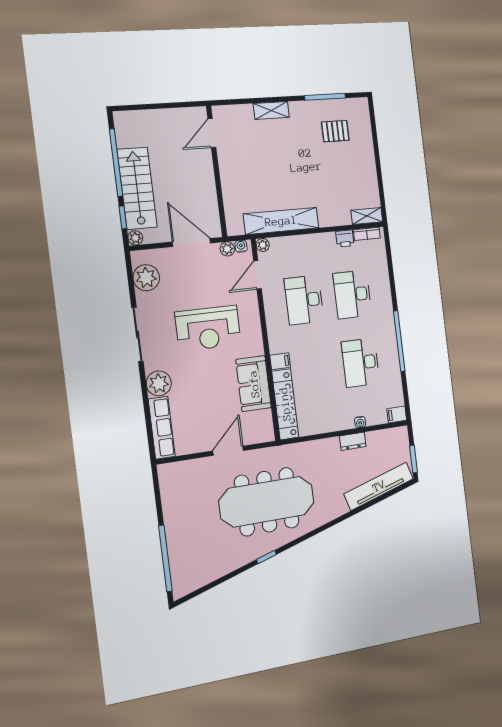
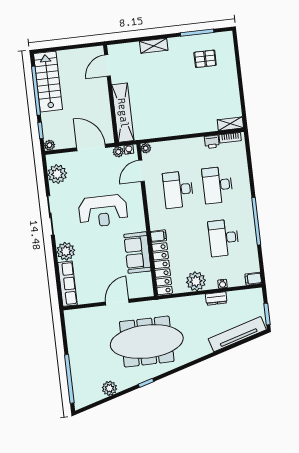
stairs: (137, 188) -> (48, 82), moved
shelving: (281, 221) -> (123, 113), moved, turned 90
plant: (328, 420) -> (196, 281), added
plant: (219, 567) -> (109, 388), added

